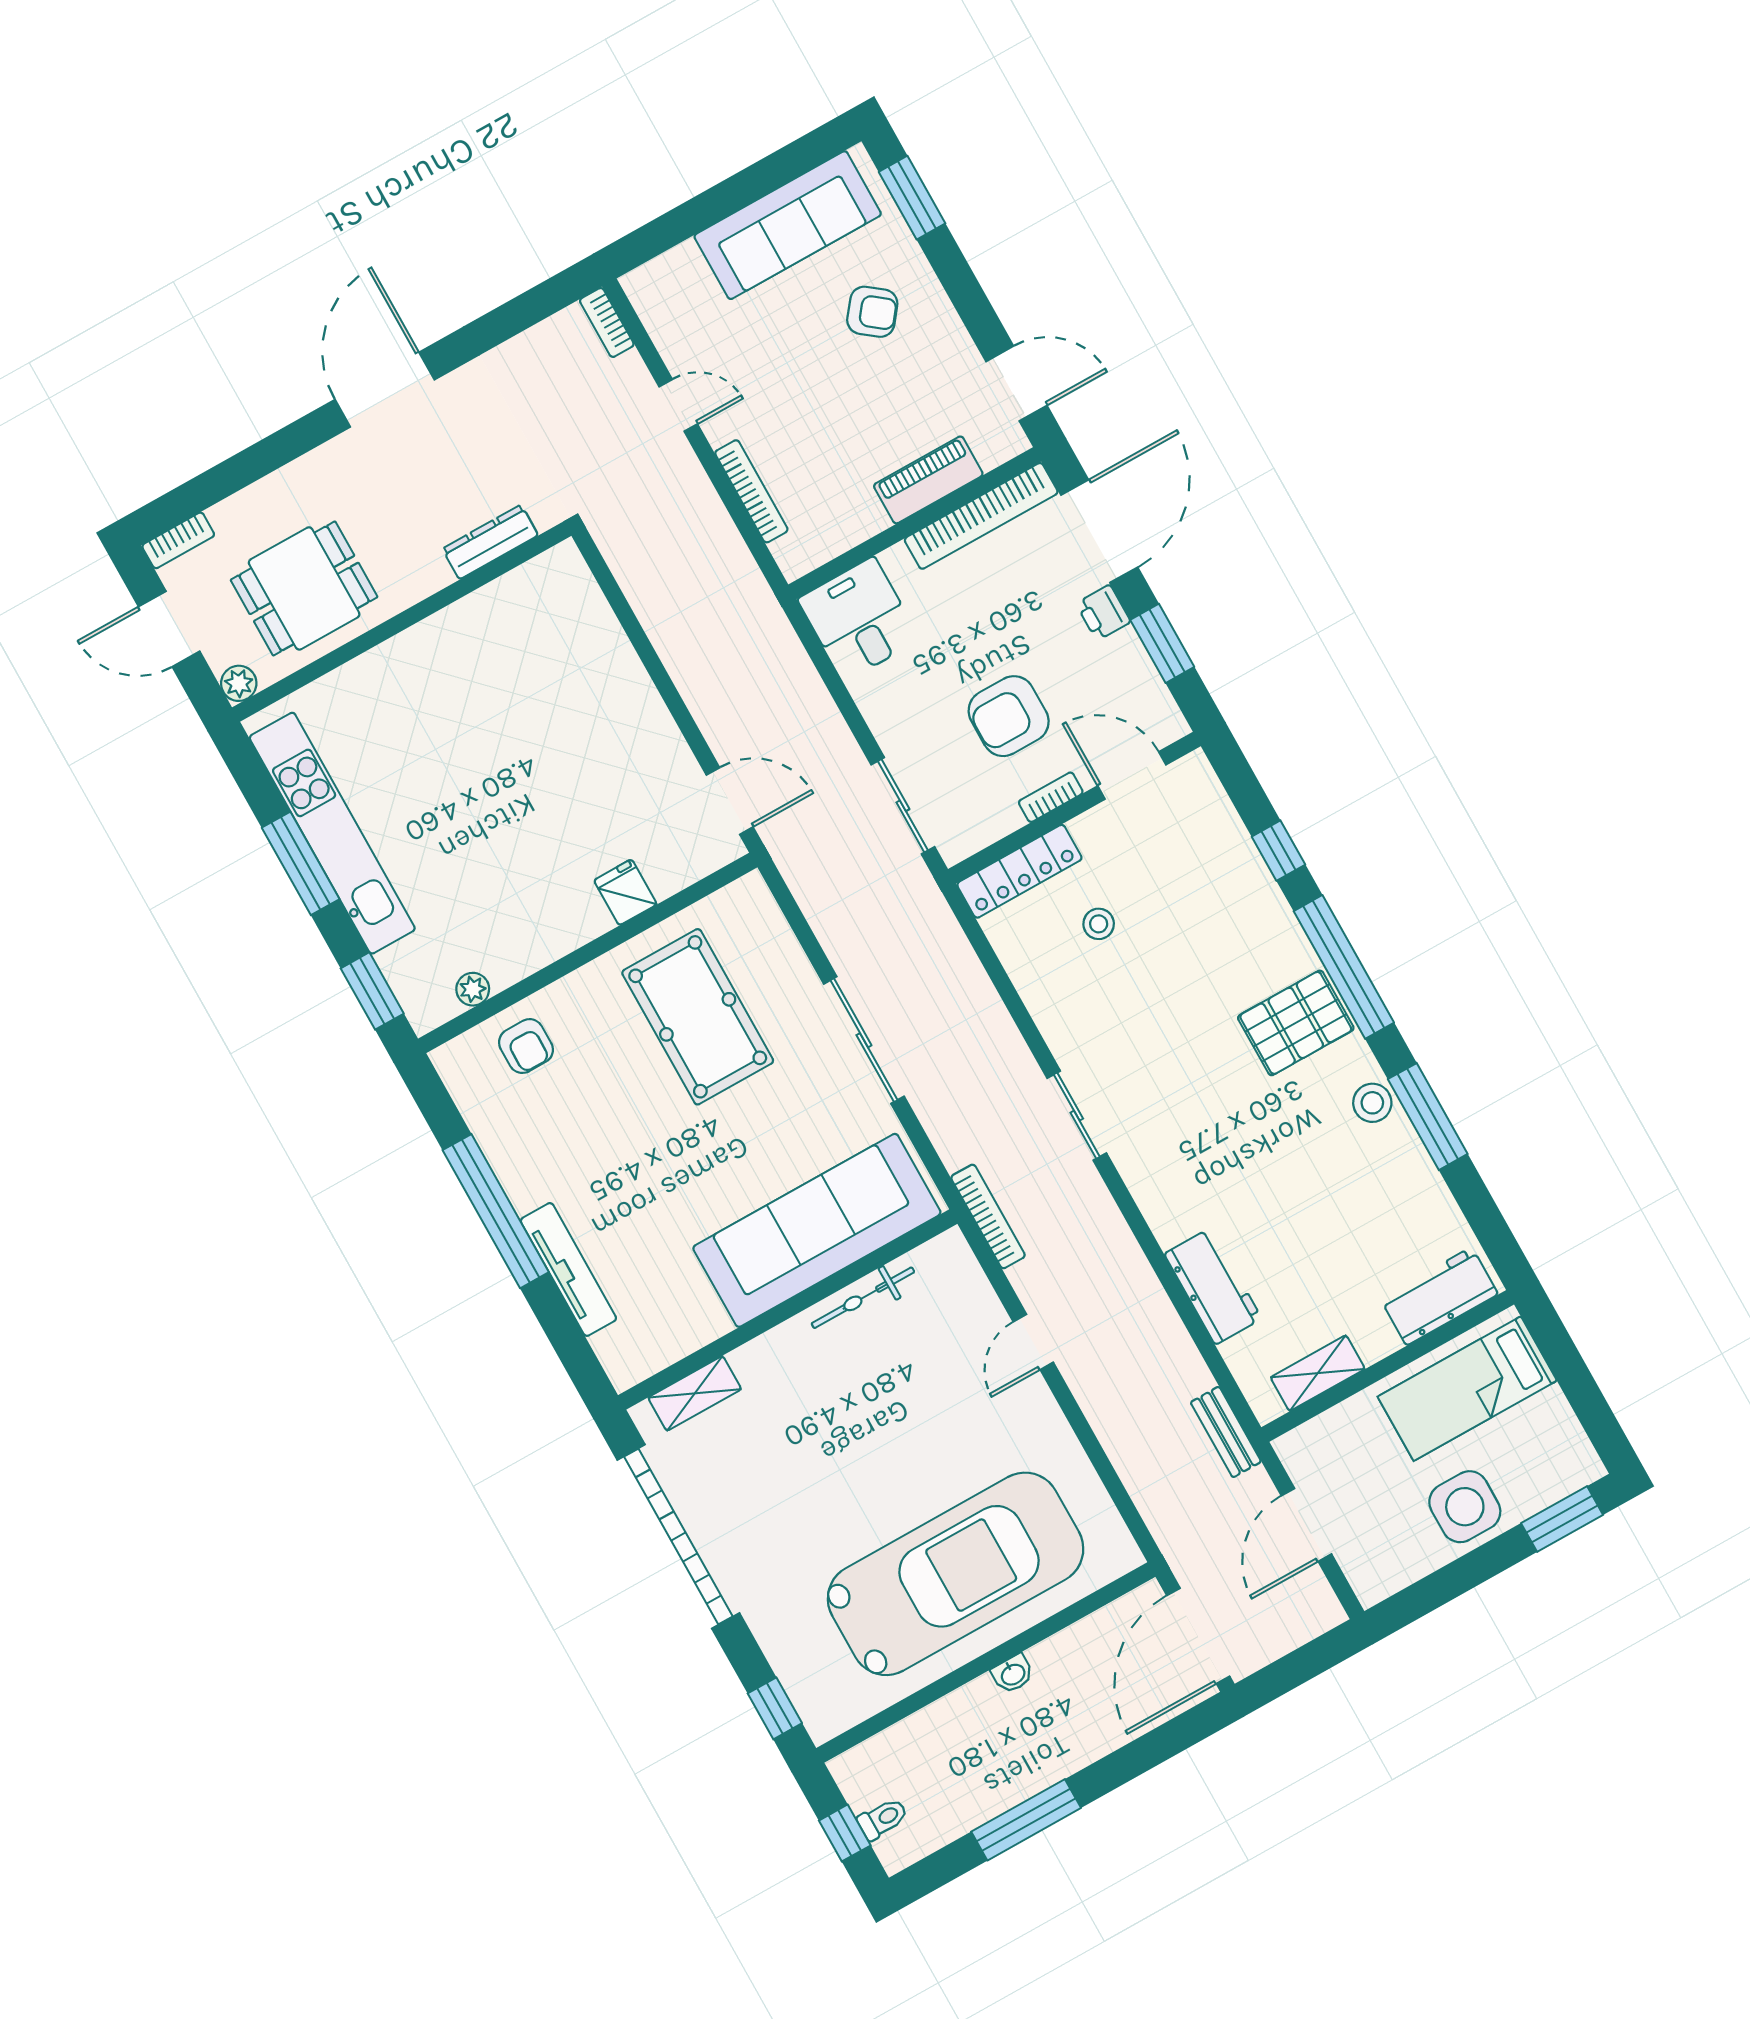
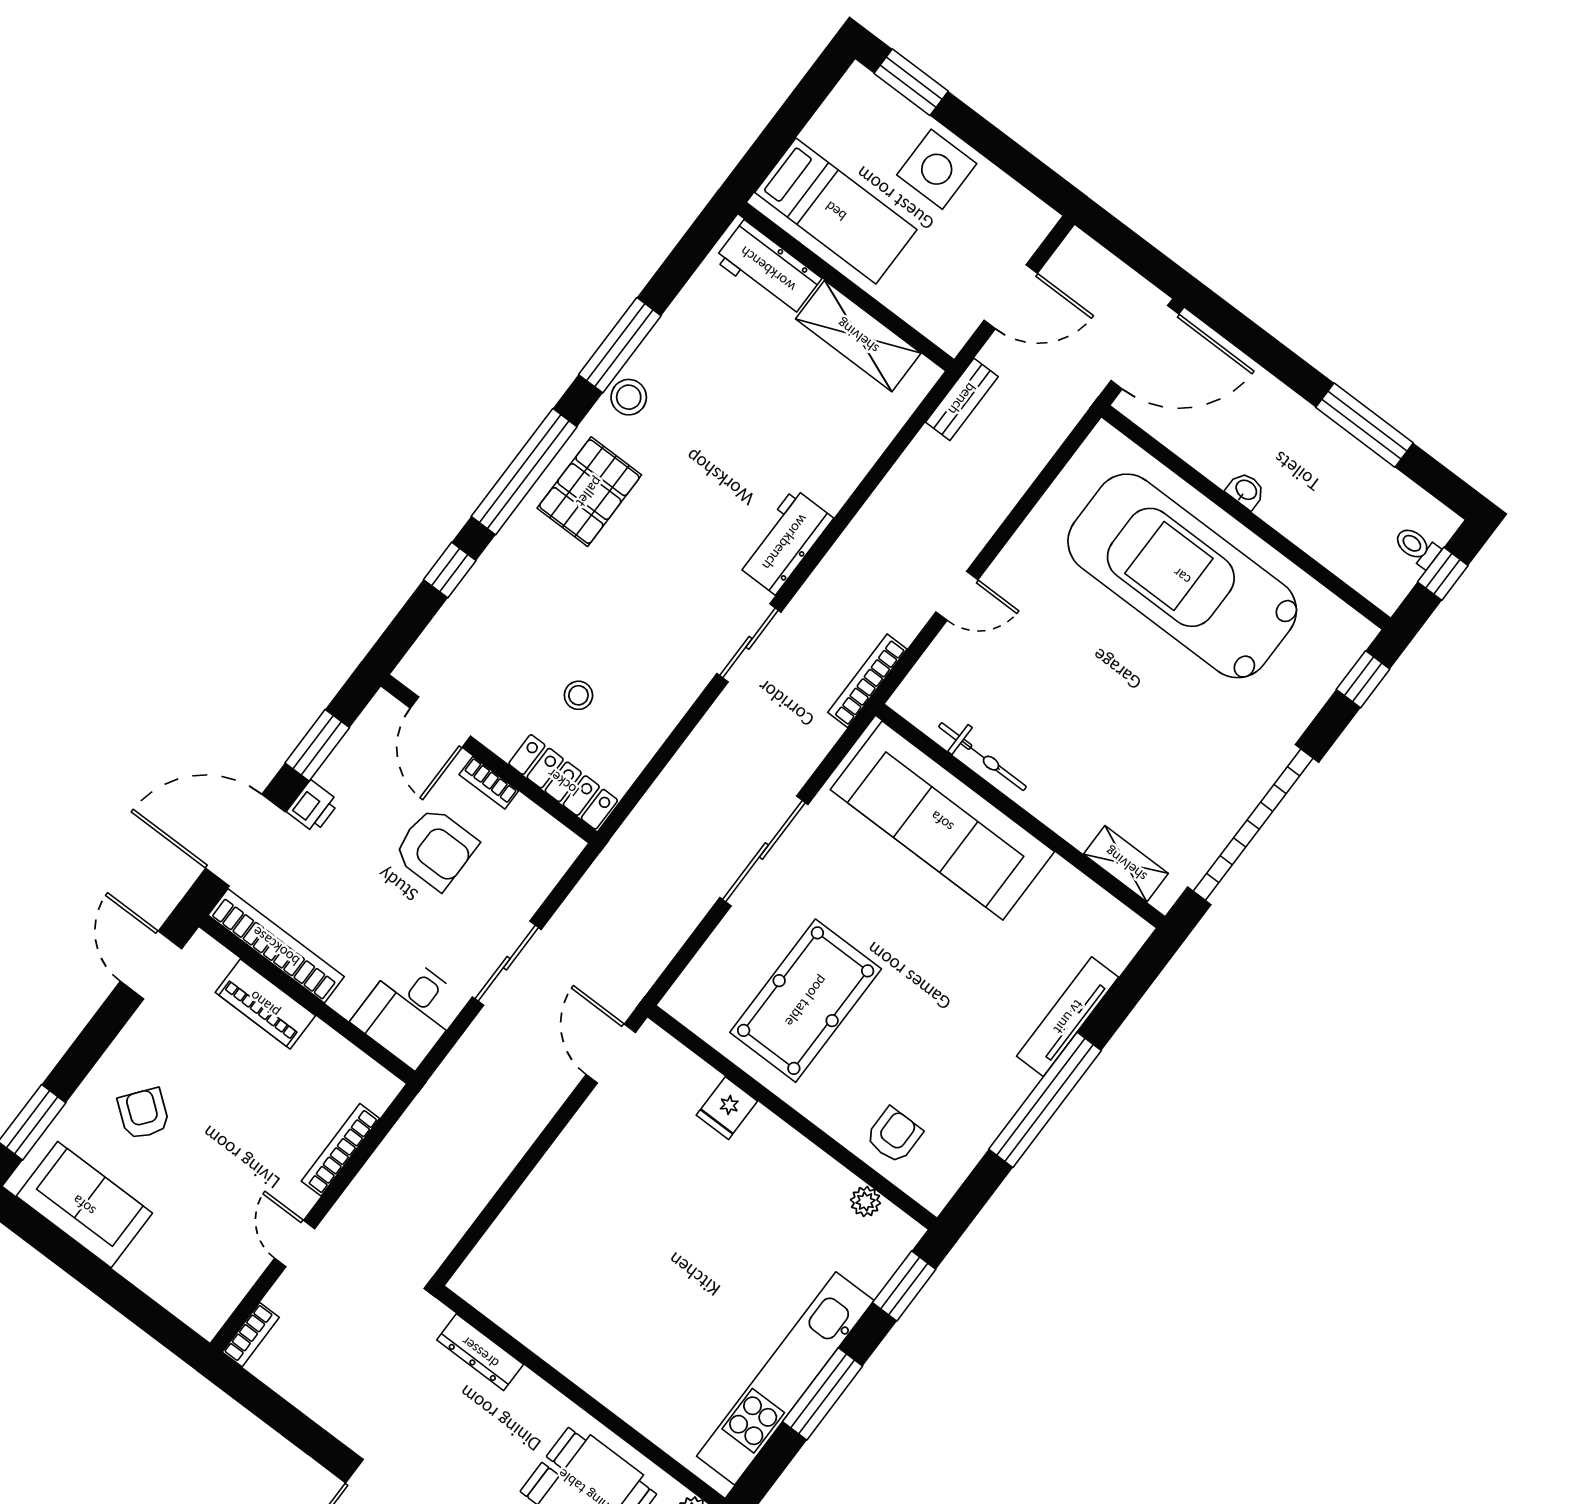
sofa: (788, 225) -> (84, 1205), width x0.73
sliding door: (903, 806) -> (507, 963), moved
pallet: (1296, 1023) -> (589, 492), turned 90
workbench: (1213, 1286) -> (785, 542), moved
shelving: (1318, 1373) -> (858, 336), width x1.50, depth x1.33

